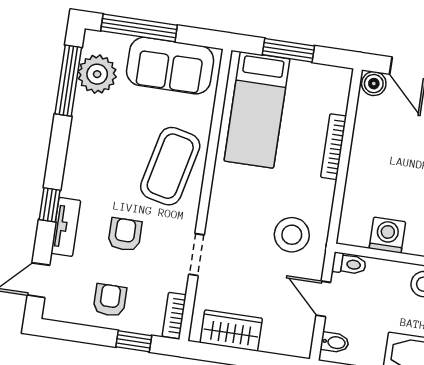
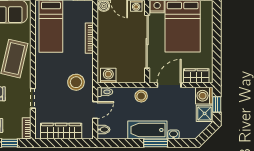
washing machine: (387, 235) -> (108, 76), moved
door: (323, 299) -> (95, 110), swing flipped
wardrobe: (231, 330) -> (61, 131), width x1.50

